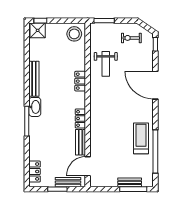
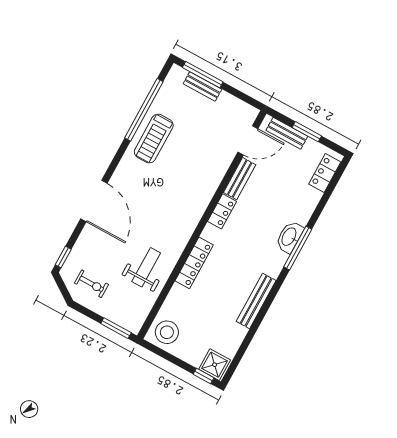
locker: (80, 81) -> (194, 263), width x1.53
washbasin: (35, 107) -> (289, 237), moved

